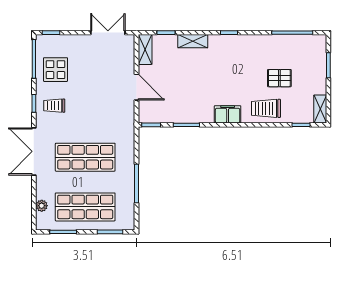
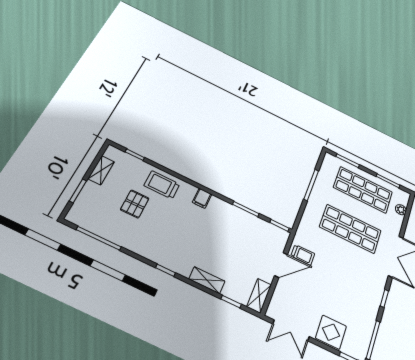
display table: (55, 70) -> (331, 332), moved
pallet: (279, 78) -> (135, 204), turned 90
door: (137, 87) -> (281, 265), swing flipped
trolley: (54, 106) -> (303, 255), moved
trolley: (266, 108) -> (162, 185), turned 180
shelving: (320, 109) -> (101, 170), moved
filing cabinet: (228, 114) -> (202, 198), width x0.50

